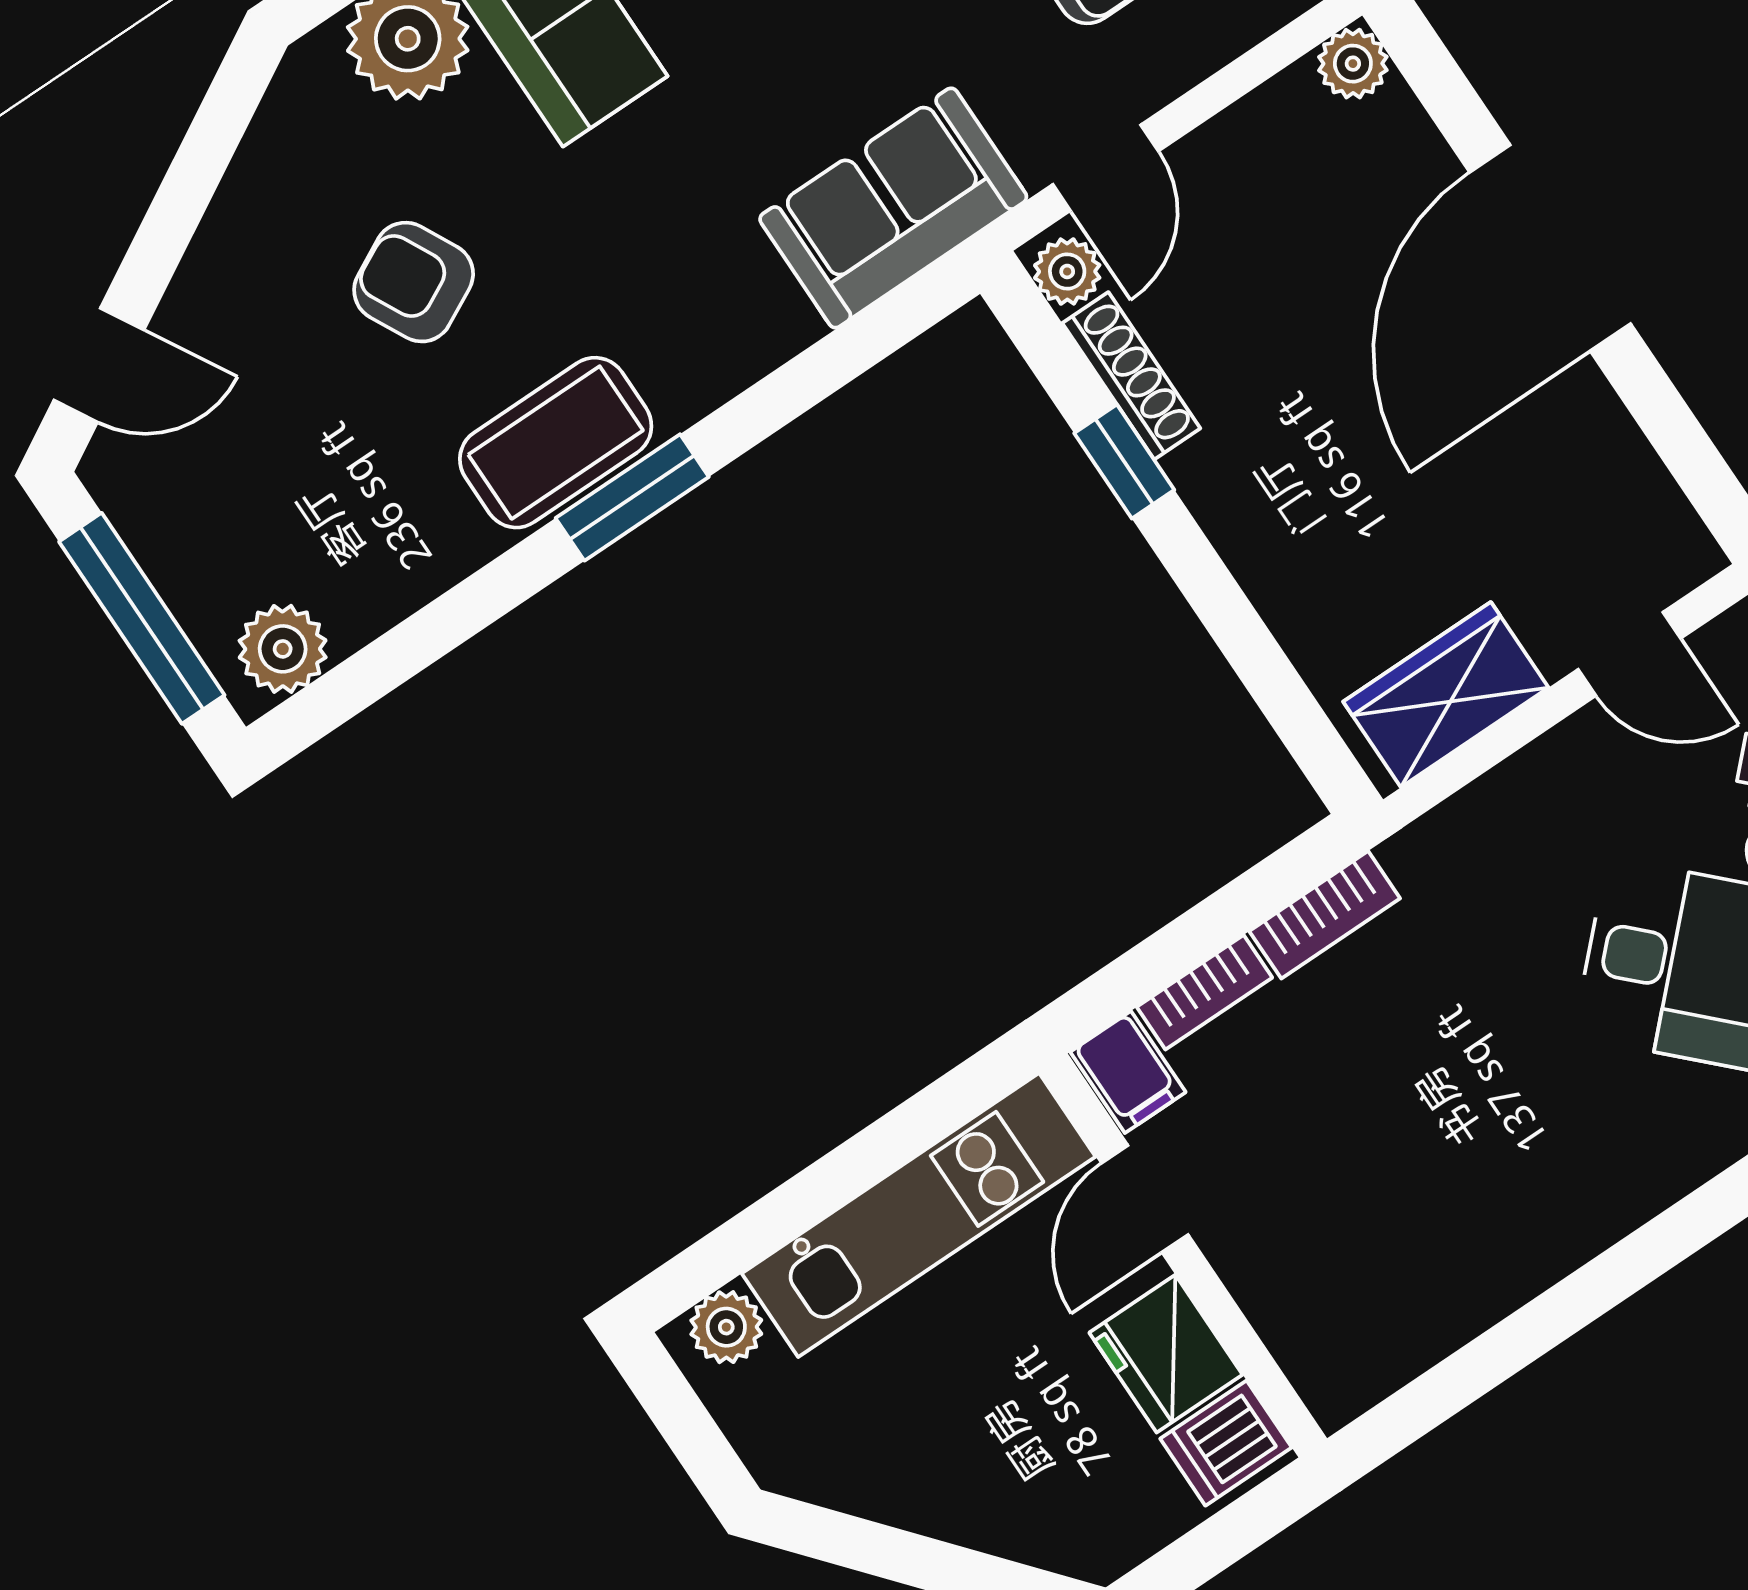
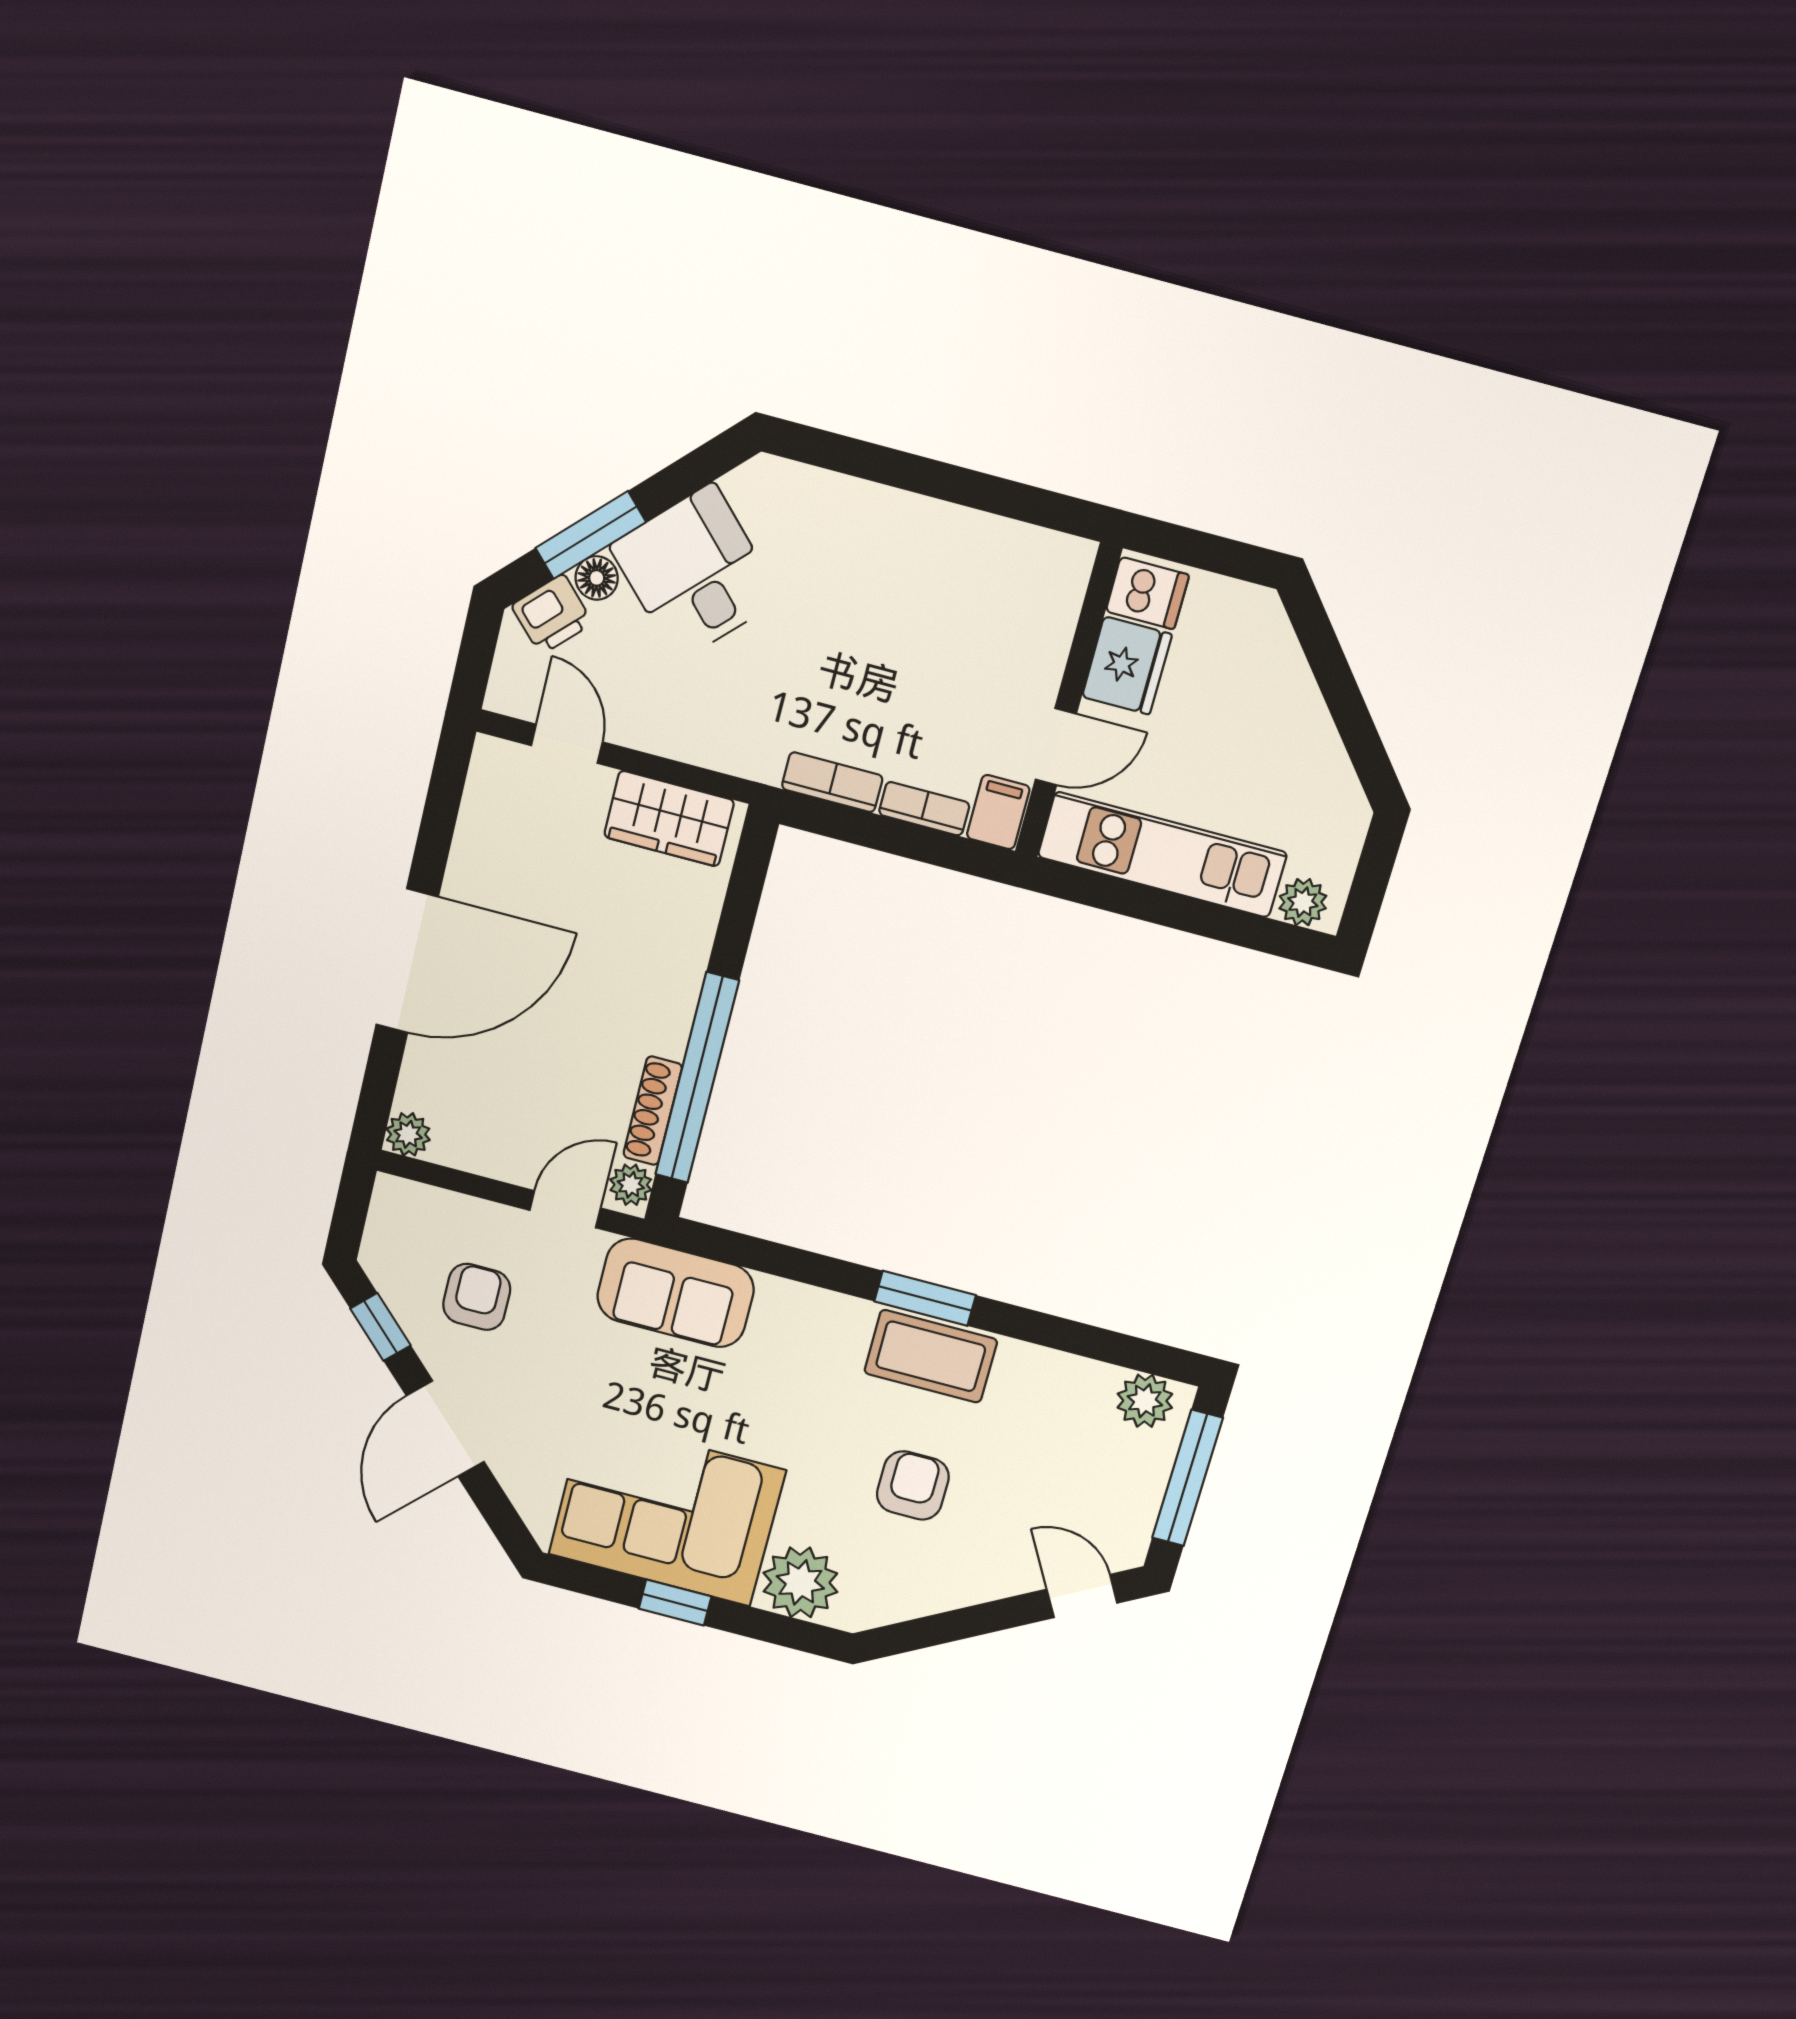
armchair: (414, 282) -> (913, 1485), turned -153
window: (1124, 462) -> (697, 1078), width x3.17

